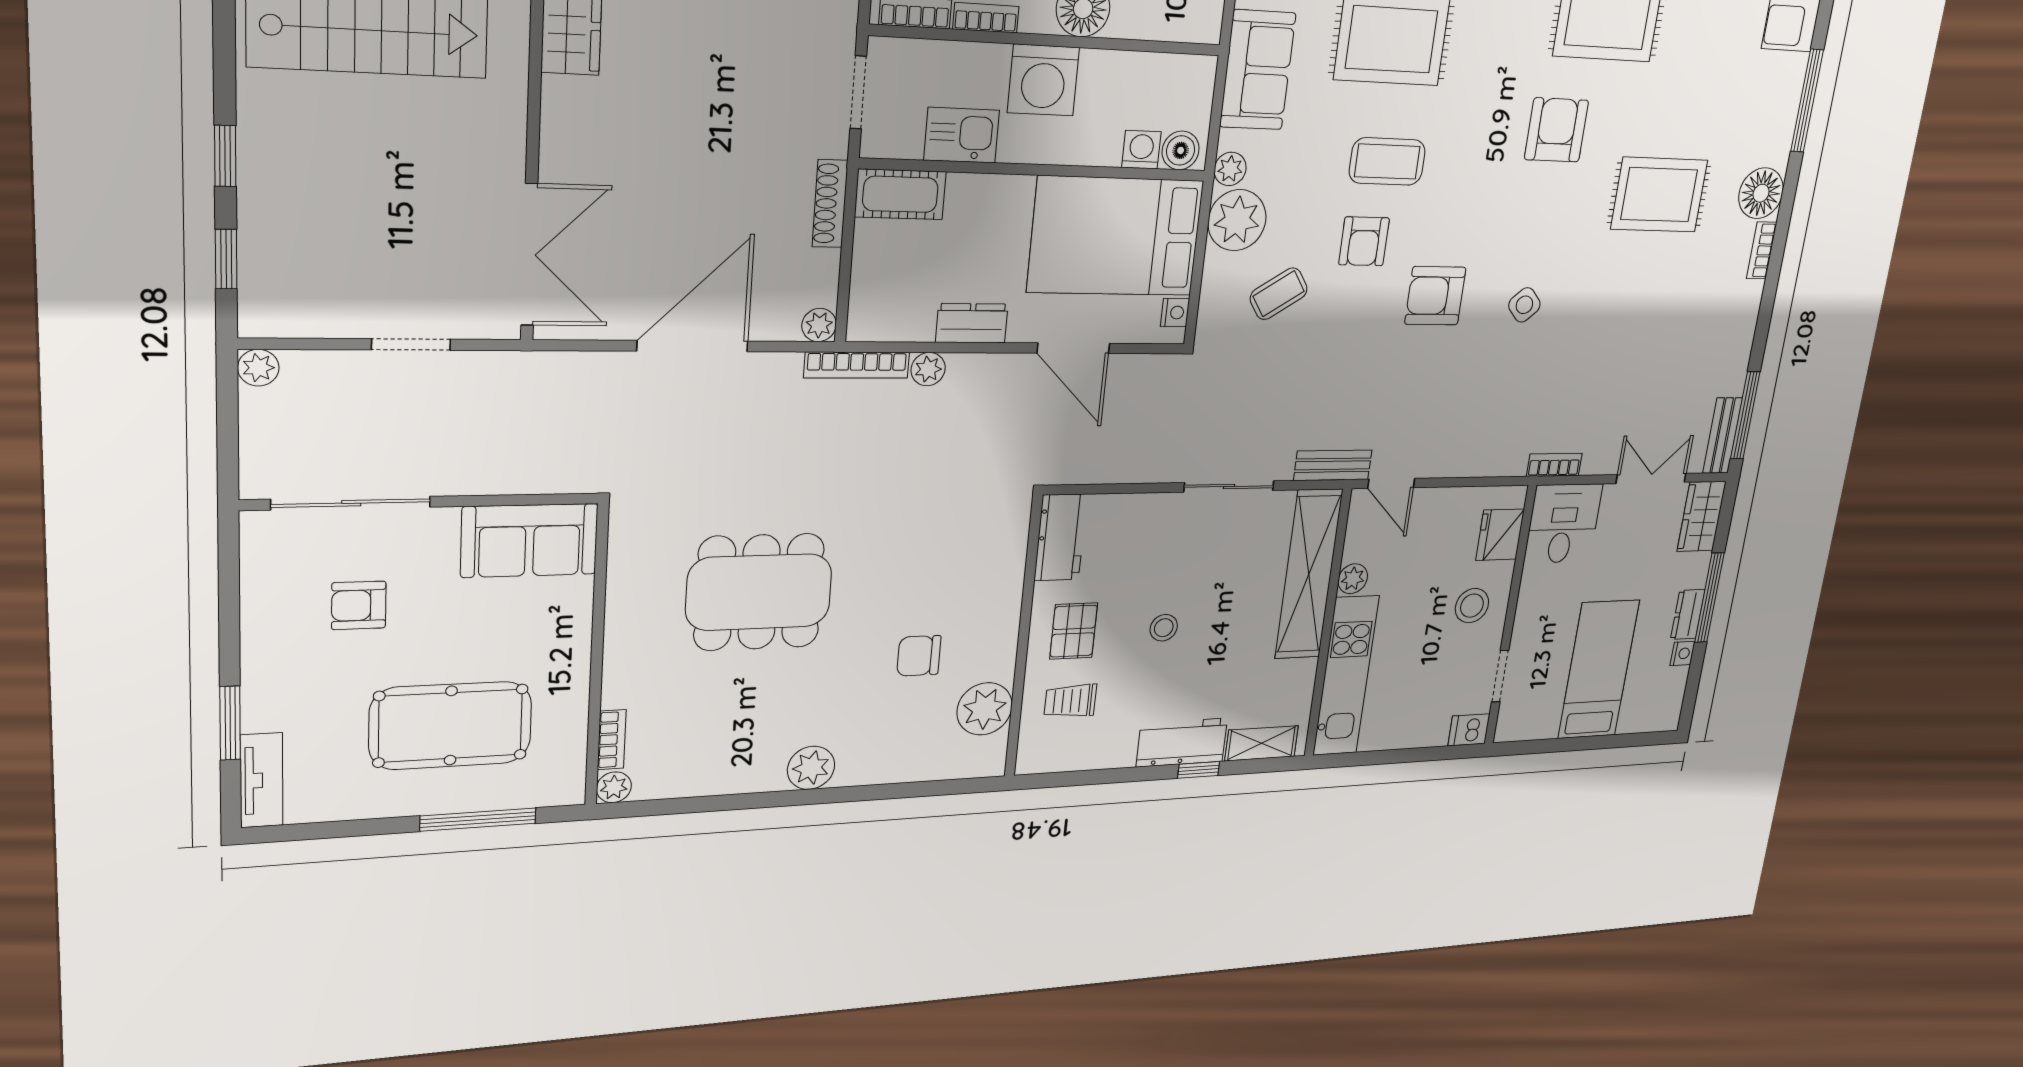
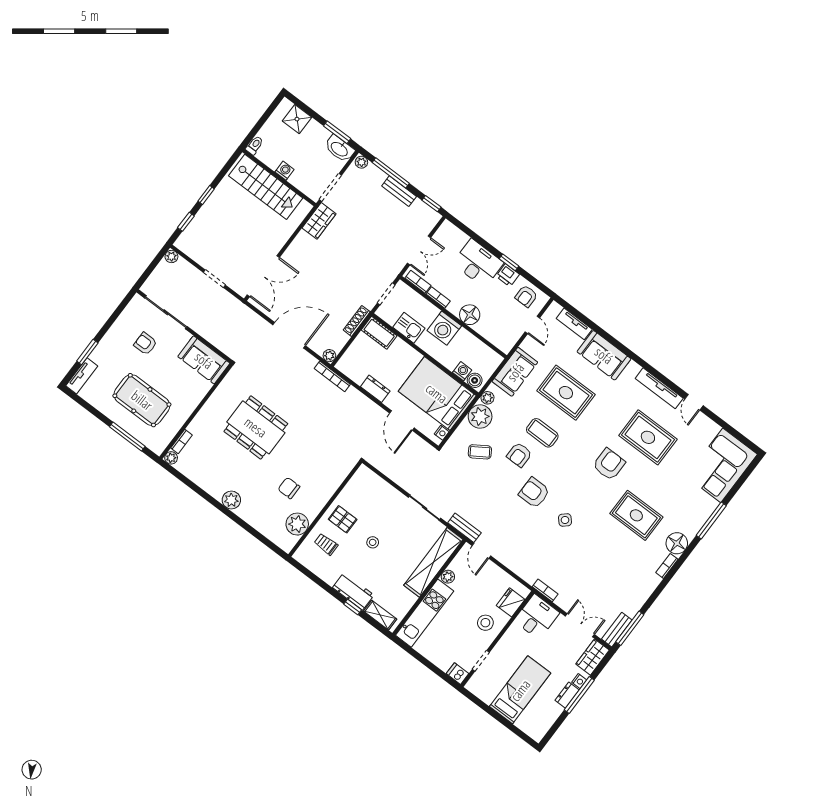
plant: (928, 369) -> (353, 394), removed
workbench: (1061, 537) -> (359, 482), removed
pallet: (1074, 631) -> (343, 519), turned 90
nightstand: (1682, 653) -> (579, 681), moved

